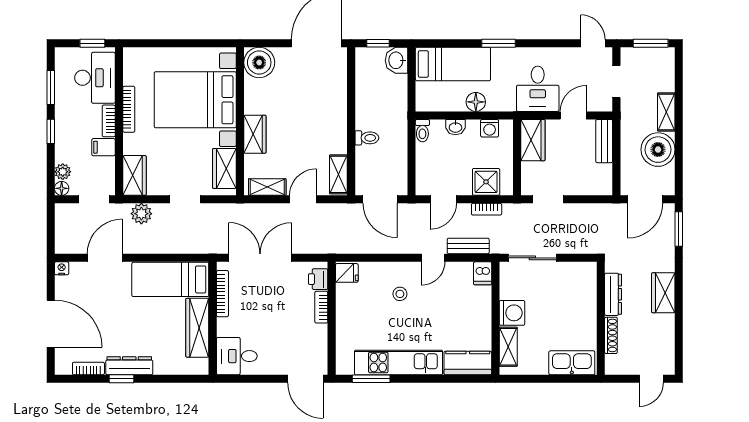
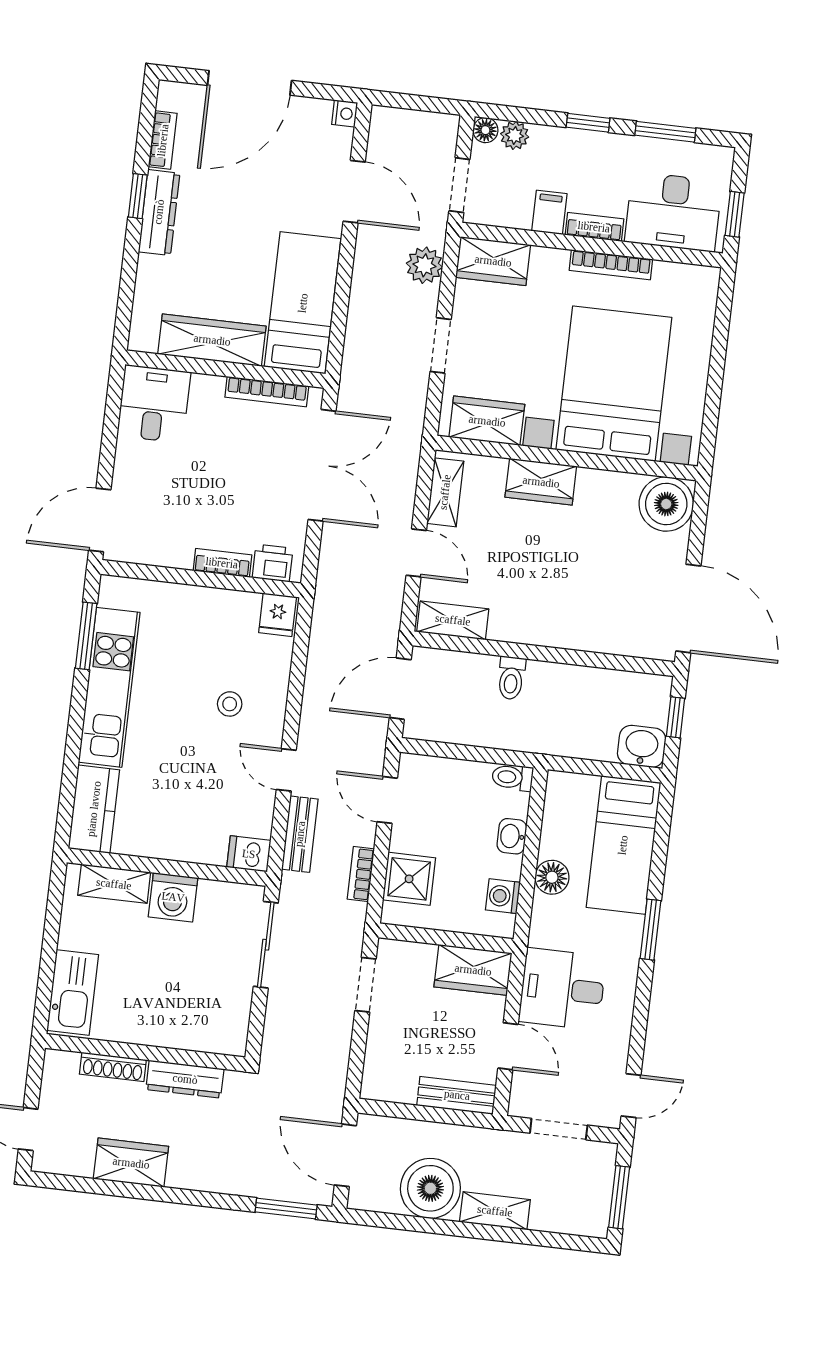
wardrobe: (663, 293) -> (131, 1163), moved

